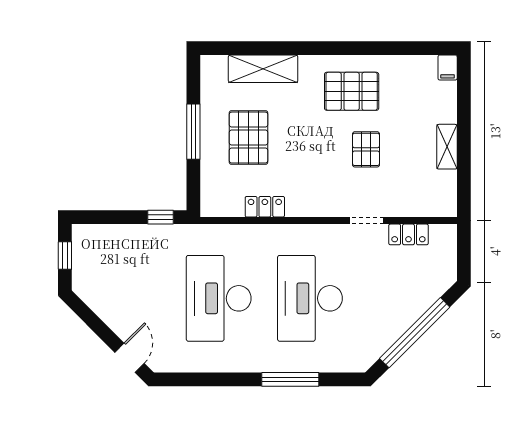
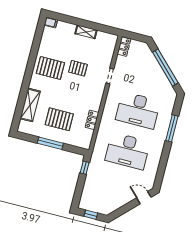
pallet: (352, 91) -> (50, 68), turned 90
locker: (408, 234) -> (124, 47), moved

